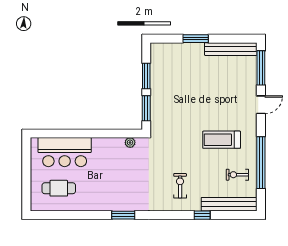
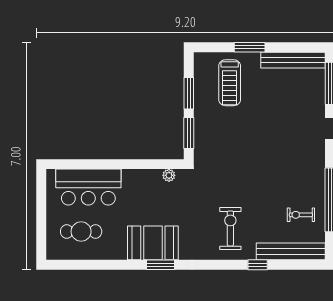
treadmill: (222, 140) -> (230, 83), moved, turned -90
exercise bike: (180, 186) -> (230, 228), width x1.38, depth x1.39
booth: (117, 197) -> (153, 243), added

